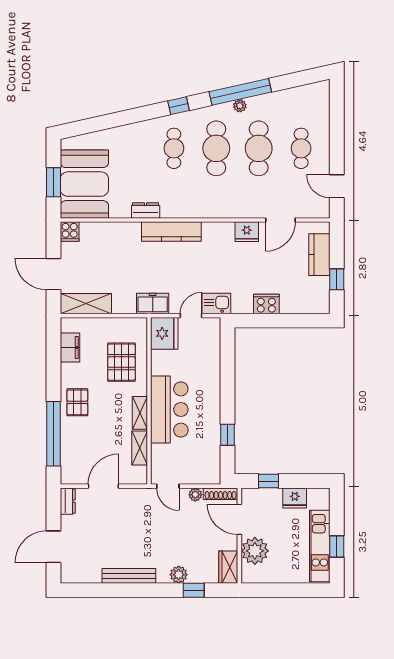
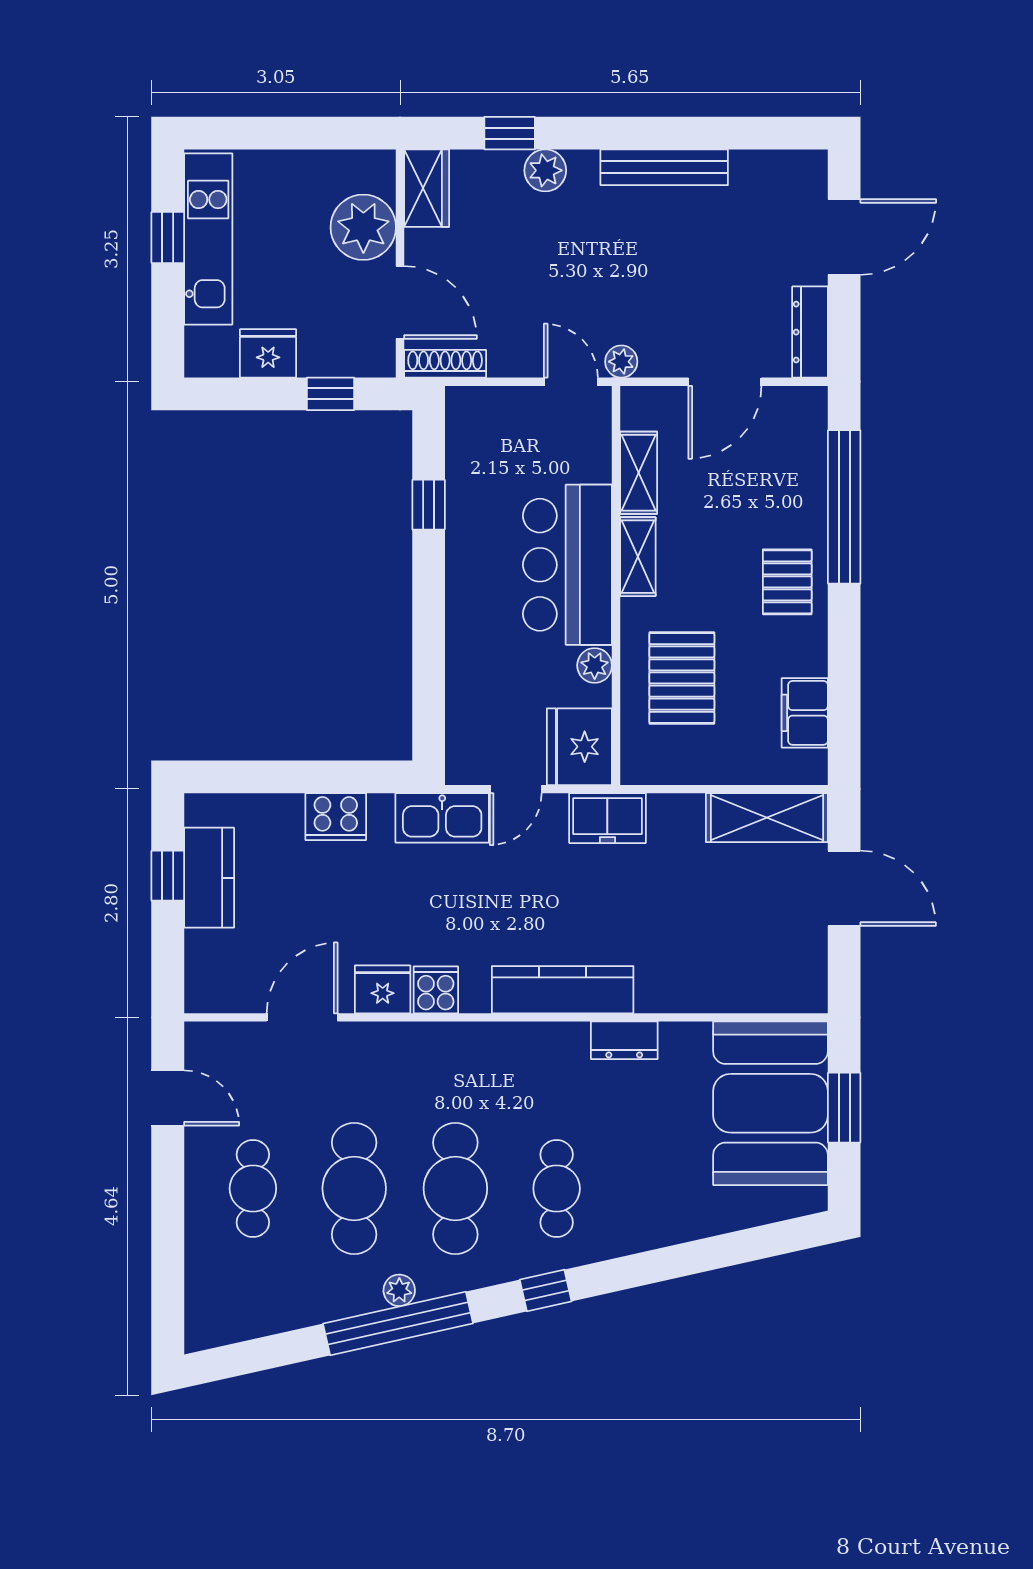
cooker: (70, 232) -> (436, 990), moved
kitchen counter: (319, 255) -> (209, 878), moved
kitchen sink: (216, 304) -> (442, 818), width x1.38
plant: (158, 367) -> (595, 665), added
plant: (195, 495) -> (621, 362), moved
dresser: (68, 501) -> (810, 332), width x1.44

